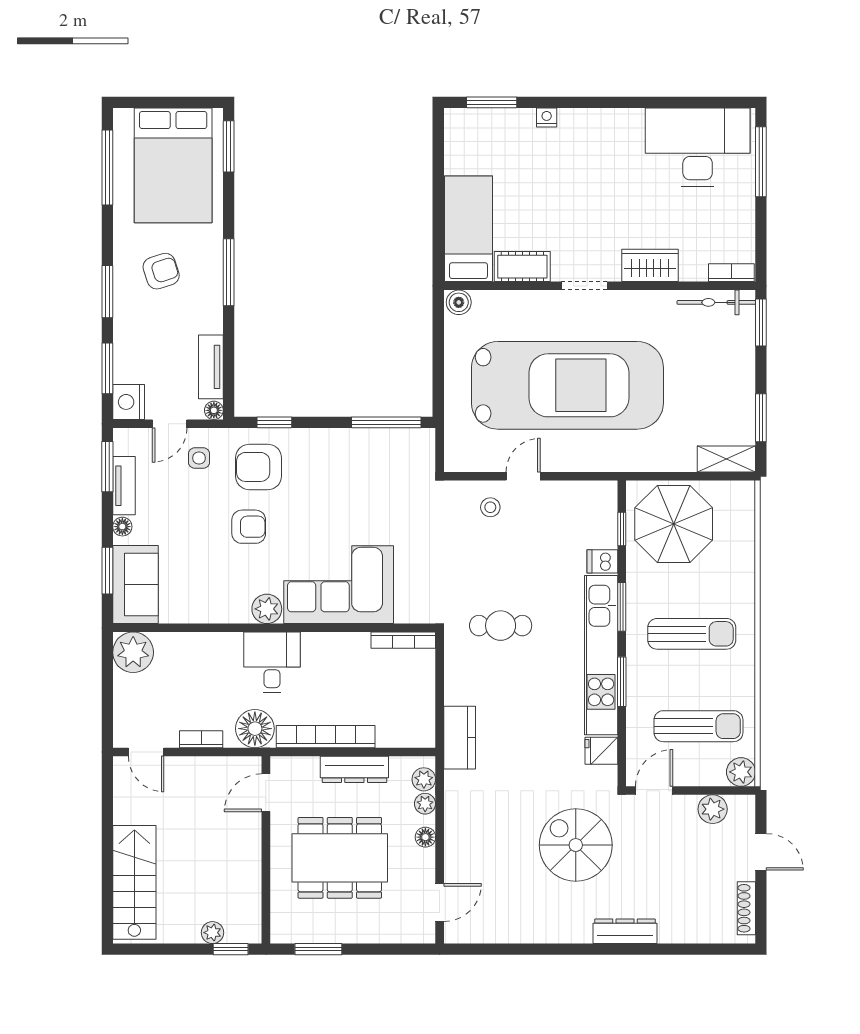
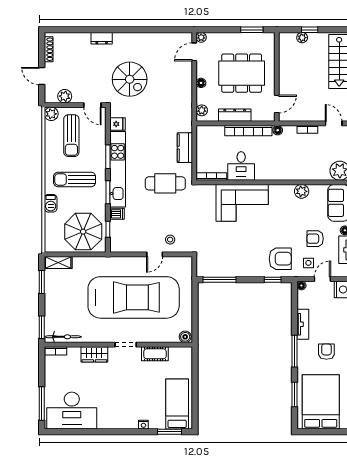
window: (229, 146) -> (294, 394), moved
bed: (468, 229) -> (177, 404), moved, turned 180
armchair: (161, 271) -> (326, 352), turned 108
tv unit: (211, 367) -> (303, 324), moved
car: (567, 385) -> (134, 297), turned 180
armchair: (249, 527) -> (315, 239), moved
barbecue: (742, 584) -> (51, 203), added
plant: (267, 609) -> (302, 191), moved
cafe table: (501, 626) -> (165, 183), width x1.37, depth x1.35
desk: (272, 662) -> (241, 166), moved
sun lounger: (698, 726) -> (71, 136), turned -90
floor lamp: (255, 729) -> (278, 130), width x0.53, depth x0.53
kitchen counter: (460, 738) -> (185, 148), moved
door: (654, 791) -> (92, 105), hinge flipped
plant: (425, 804) -> (201, 37), moved
dresser: (625, 931) -> (102, 38), width x0.70
window: (231, 949) -> (310, 30), moved

